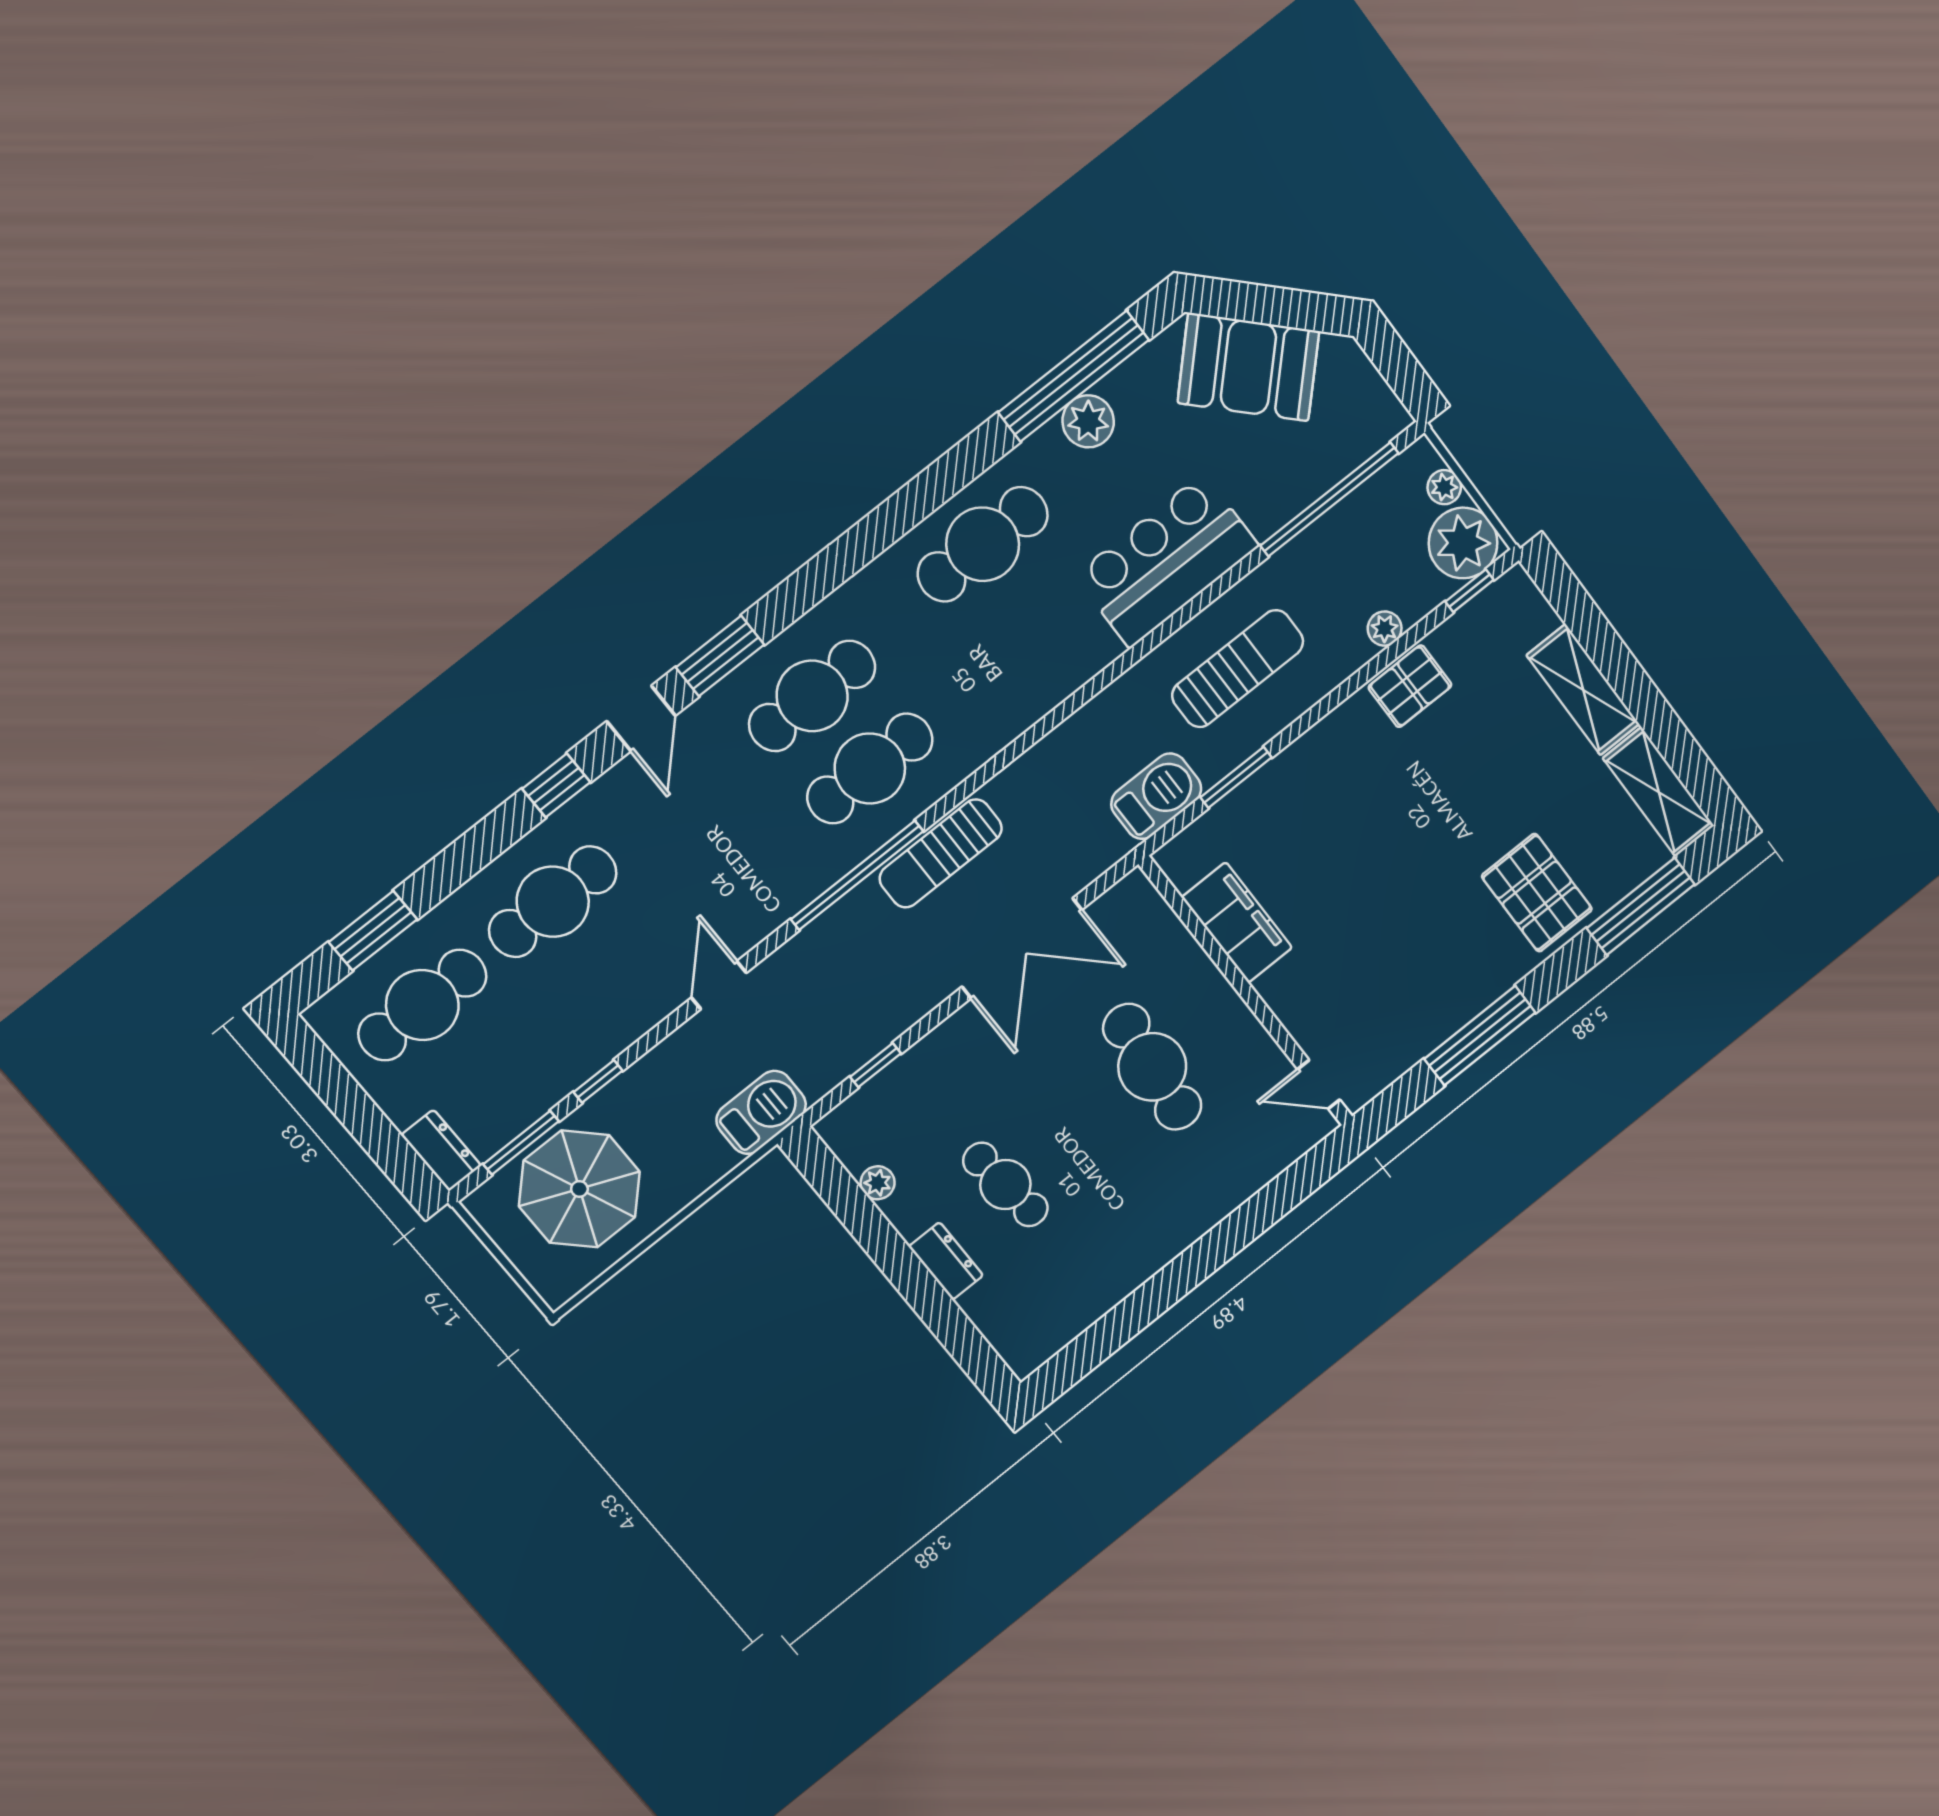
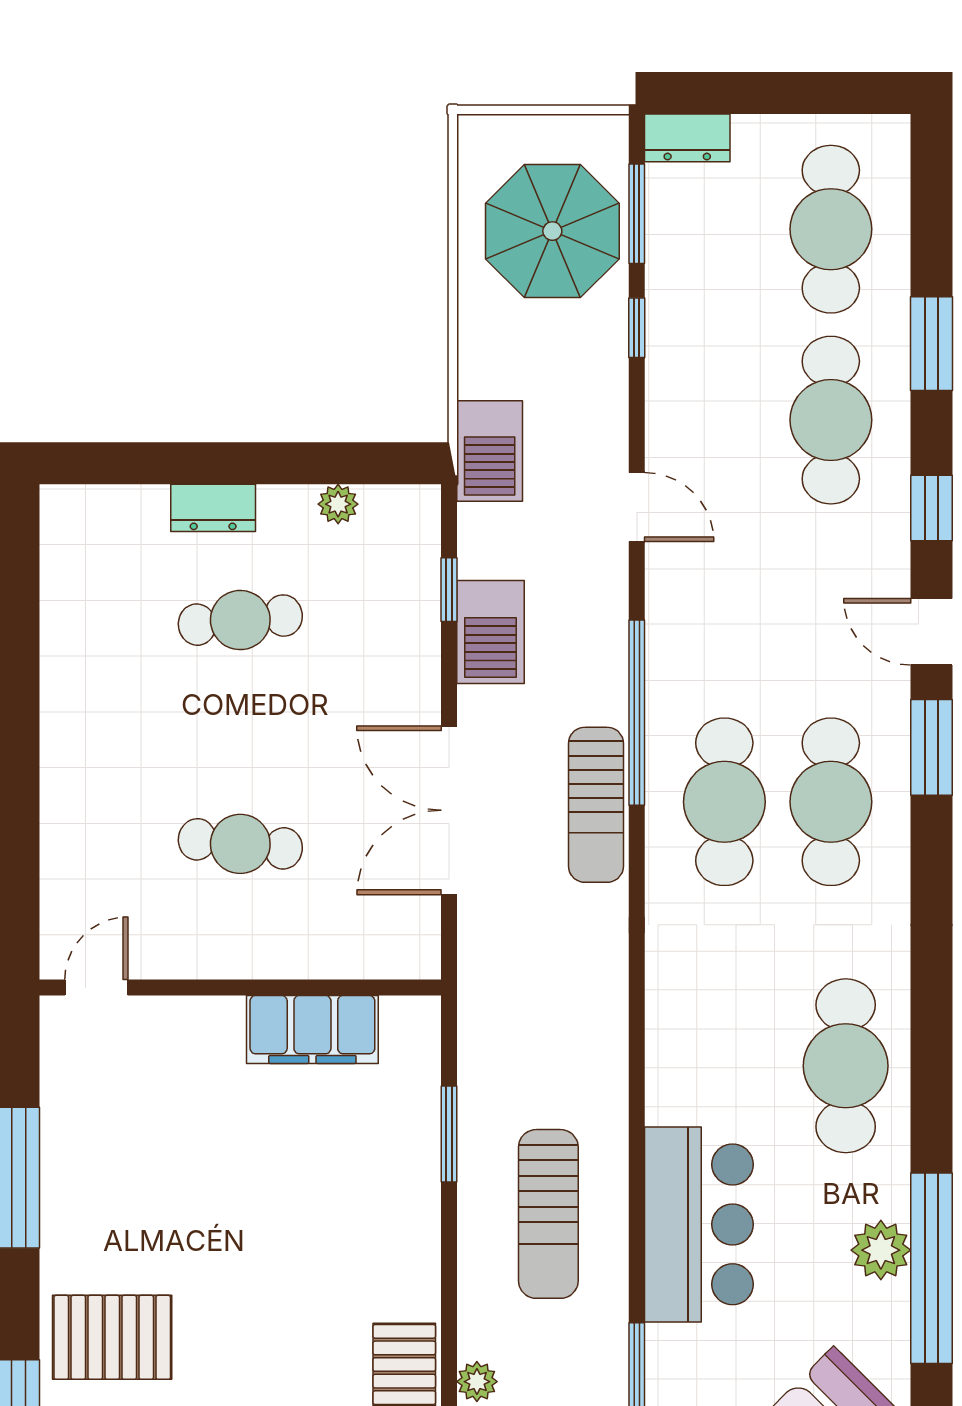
barbecue: (1156, 796) -> (490, 632), moved
sun lounger: (941, 853) -> (596, 805), turned 180
window: (373, 931) -> (931, 344), moved
cafe table: (1152, 1067) -> (240, 844), width x0.73, depth x0.74

